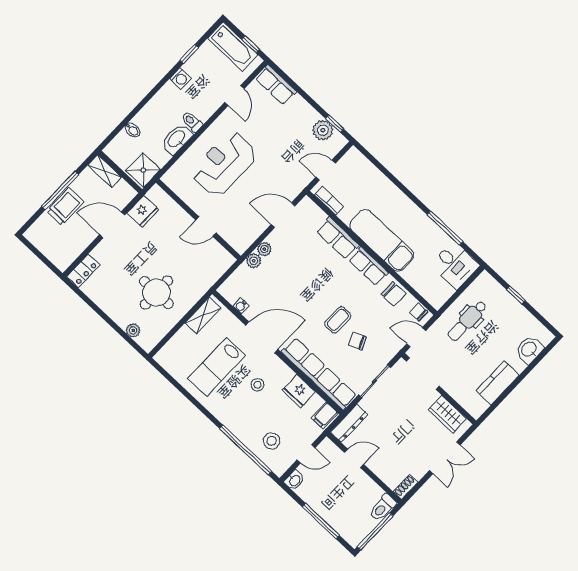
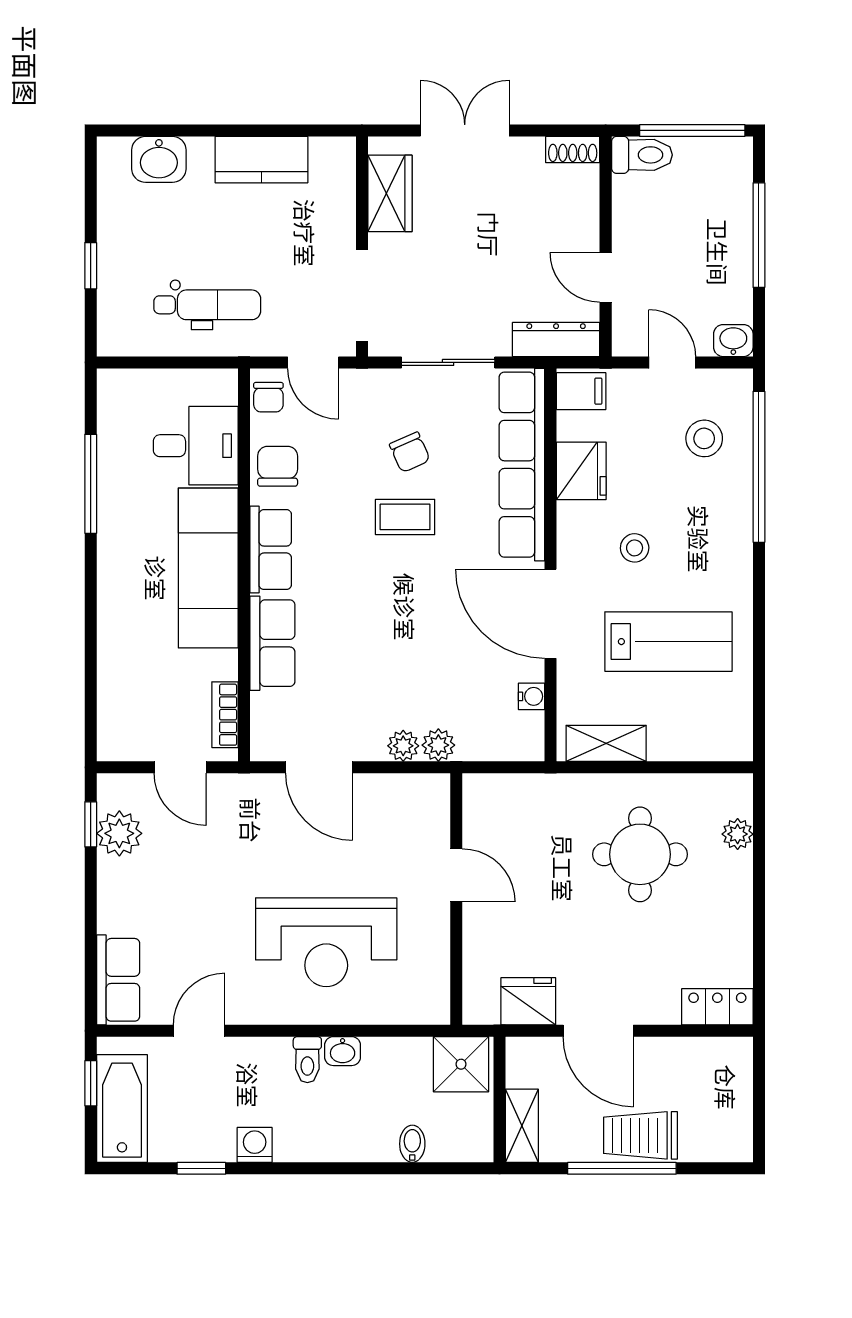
washbasin: (177, 139) -> (343, 1051), width x0.52, depth x0.69
desk: (455, 265) -> (196, 446), moved, turned 90

